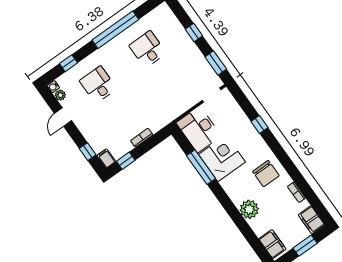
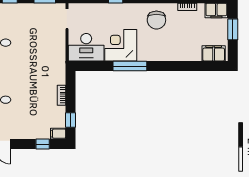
window: (201, 167) -> (130, 66), moved
chair: (266, 174) -> (156, 20), turned 90
plant: (249, 209) -> (175, 52), removed

